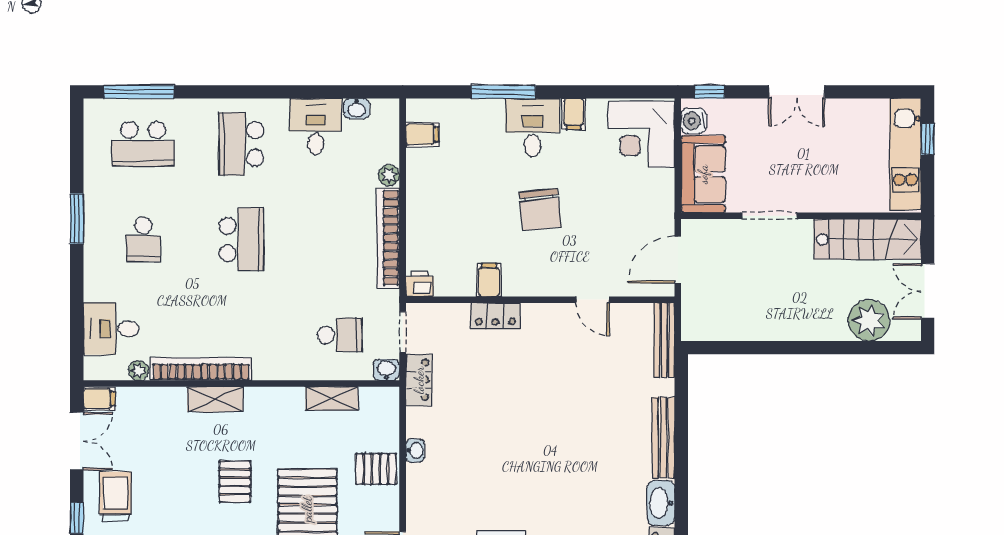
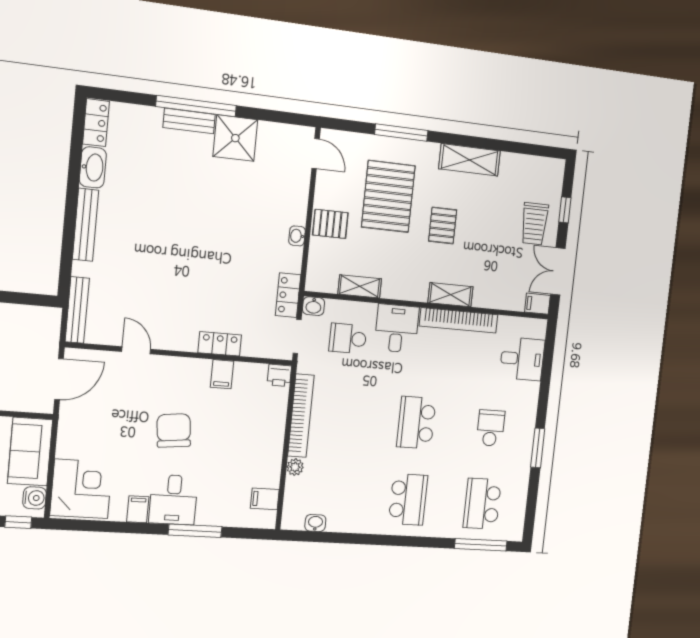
desk: (316, 127) -> (397, 328), moved, turned 180
school desk: (143, 144) -> (482, 504), turned -90
plant: (139, 371) -> (506, 323), removed

